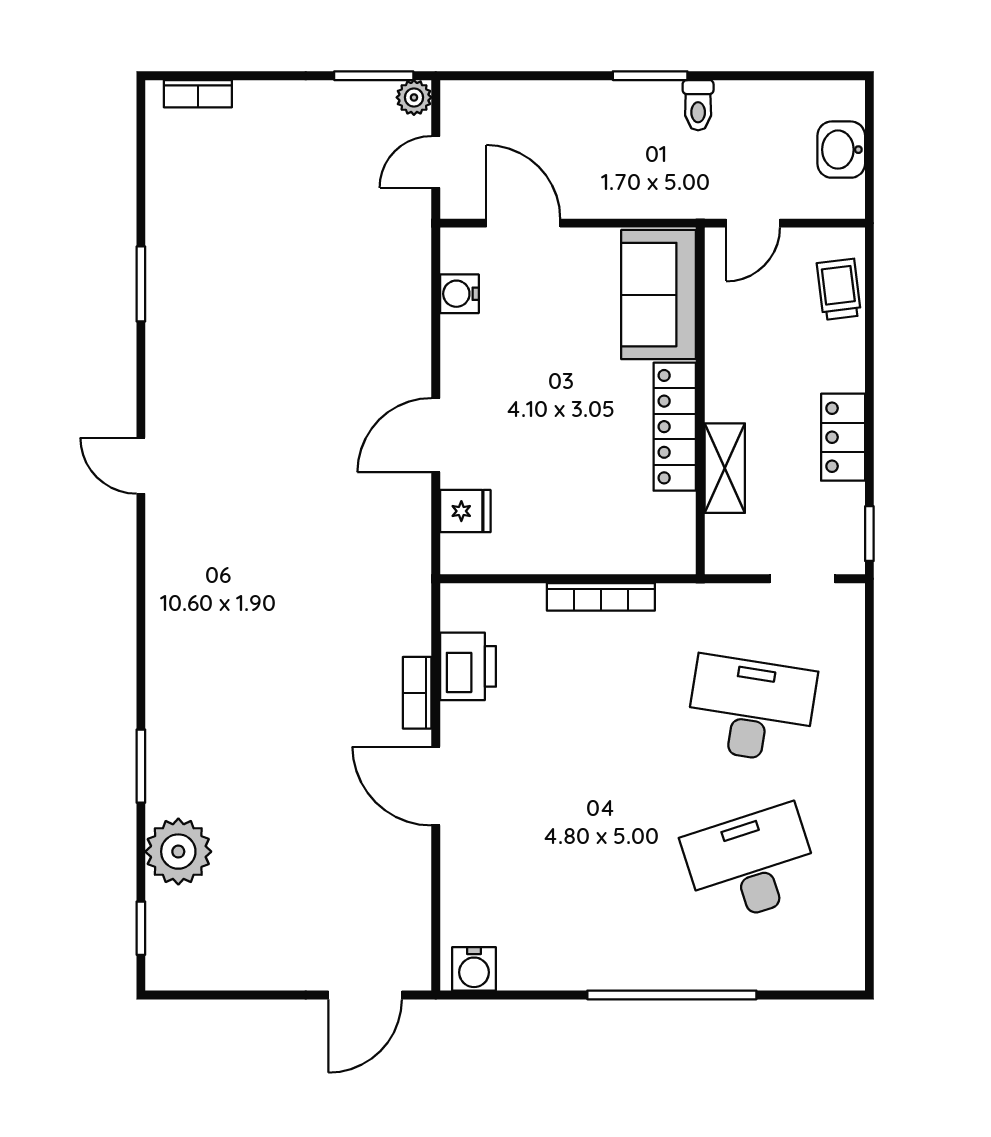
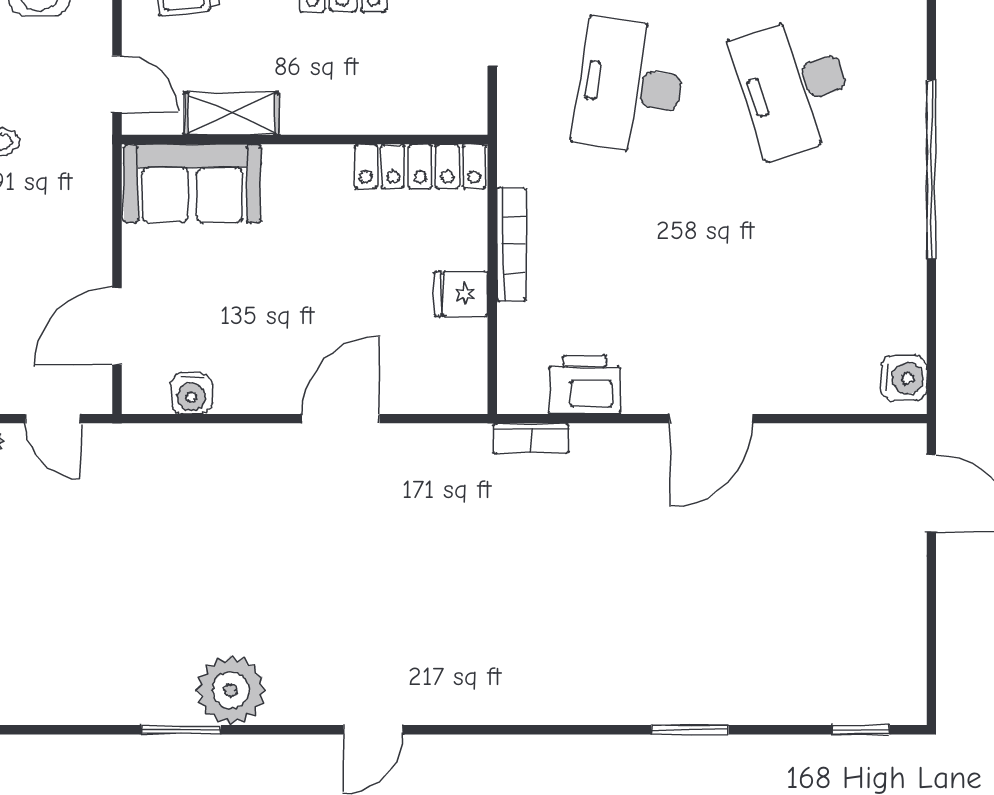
locker: (675, 427) -> (420, 166), moved
door: (436, 435) -> (341, 419), swing flipped
shelving: (725, 468) -> (231, 114), moved
fridge: (465, 511) -> (461, 294), moved, turned -90
bookcase: (417, 693) -> (531, 438), moved
plant: (178, 852) -> (231, 690), moved

